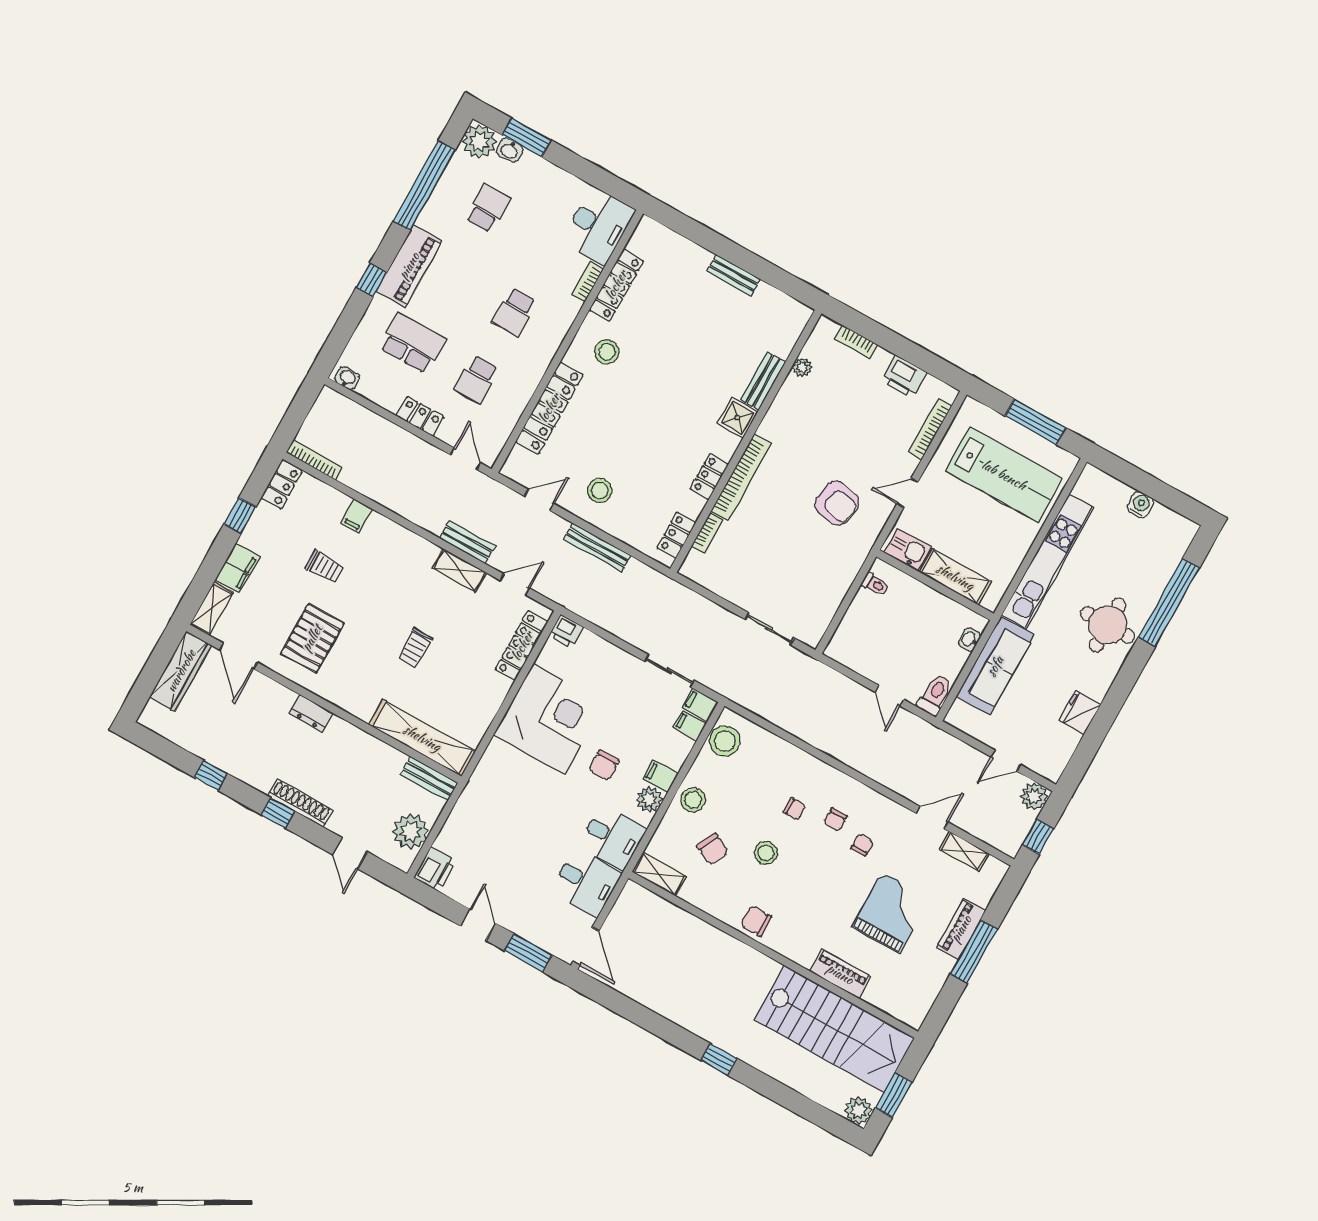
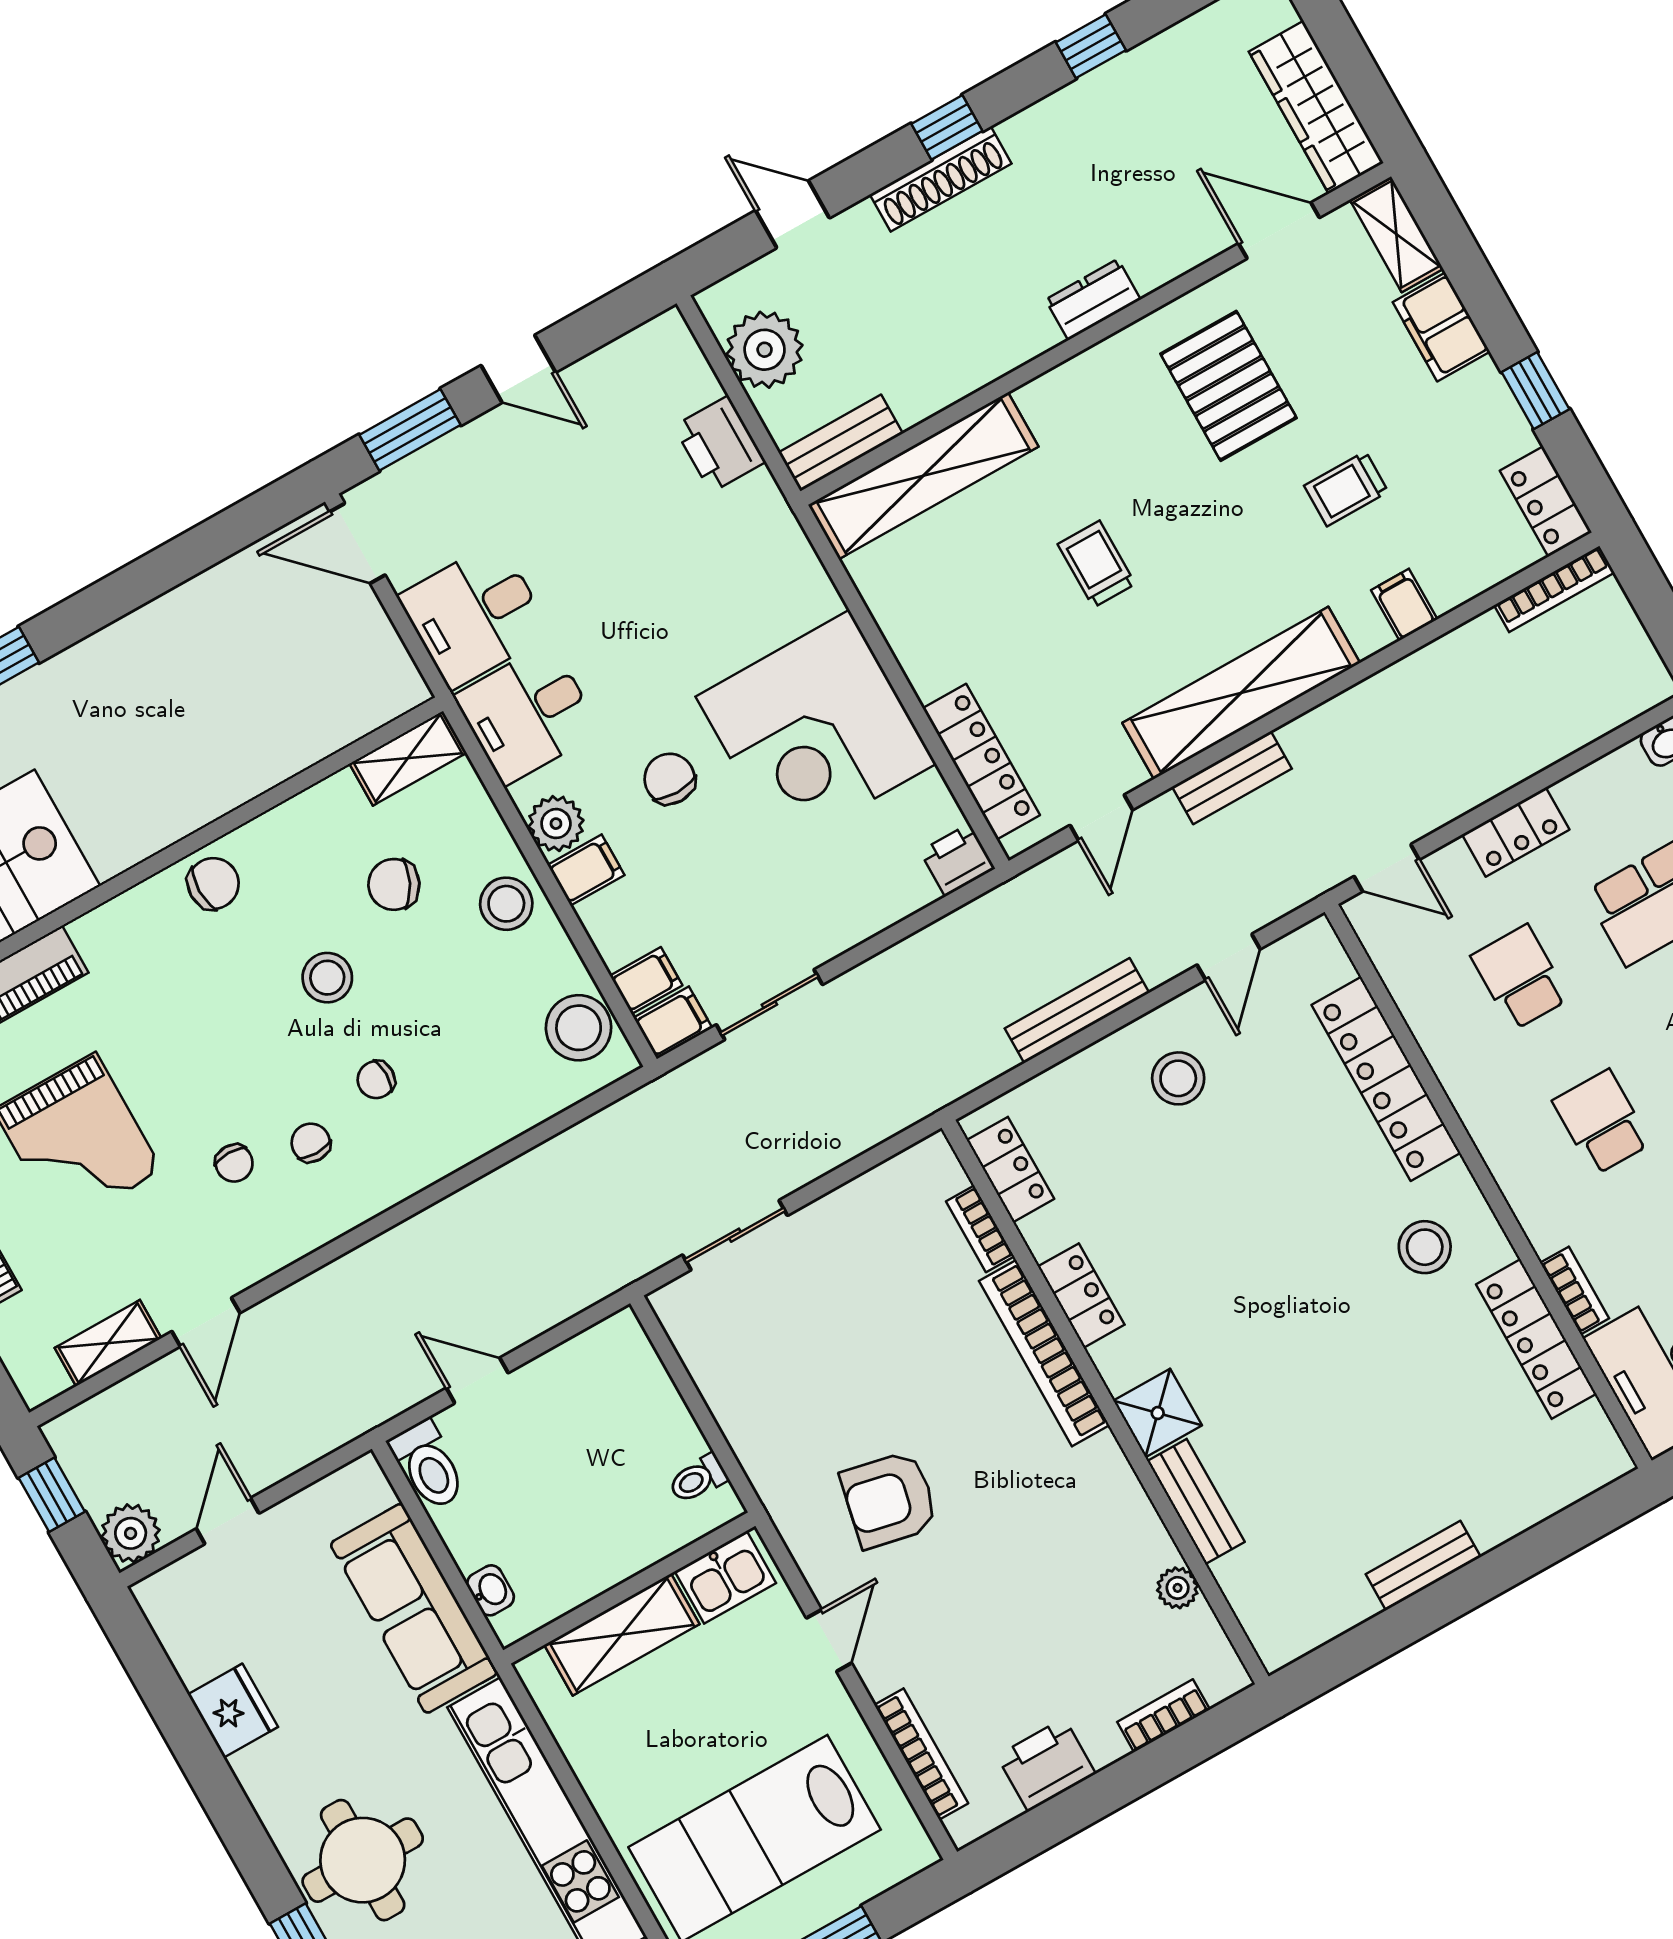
shelving: (459, 570) -> (1241, 693), width x2.20, depth x1.33
printer: (435, 869) -> (720, 444), moved

